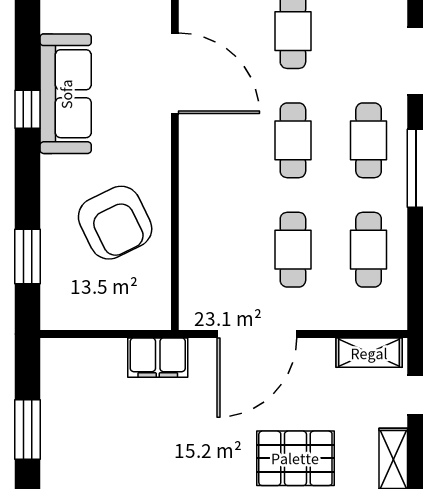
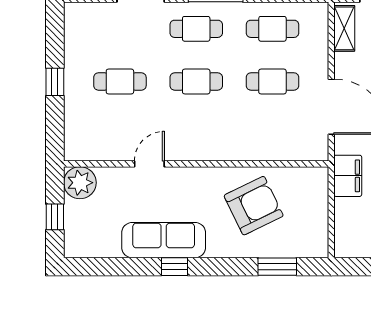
door: (175, 73) -> (149, 164), width x0.53

